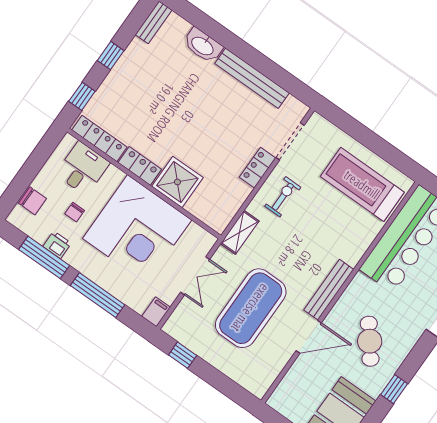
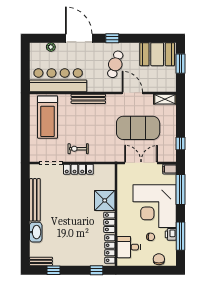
window: (111, 56) -> (54, 270), moved
locker: (258, 168) -> (78, 169), width x1.53
corner desk: (137, 229) -> (155, 206), moved, turned 180
shelving: (240, 232) -> (165, 99), moved
double door: (195, 276) -> (141, 163), width x1.37
bench: (329, 290) -> (88, 99), moved
window: (98, 295) -> (180, 190), moved
cafe table: (370, 341) -> (115, 64), turned -34
window: (394, 389) -> (112, 38), moved

